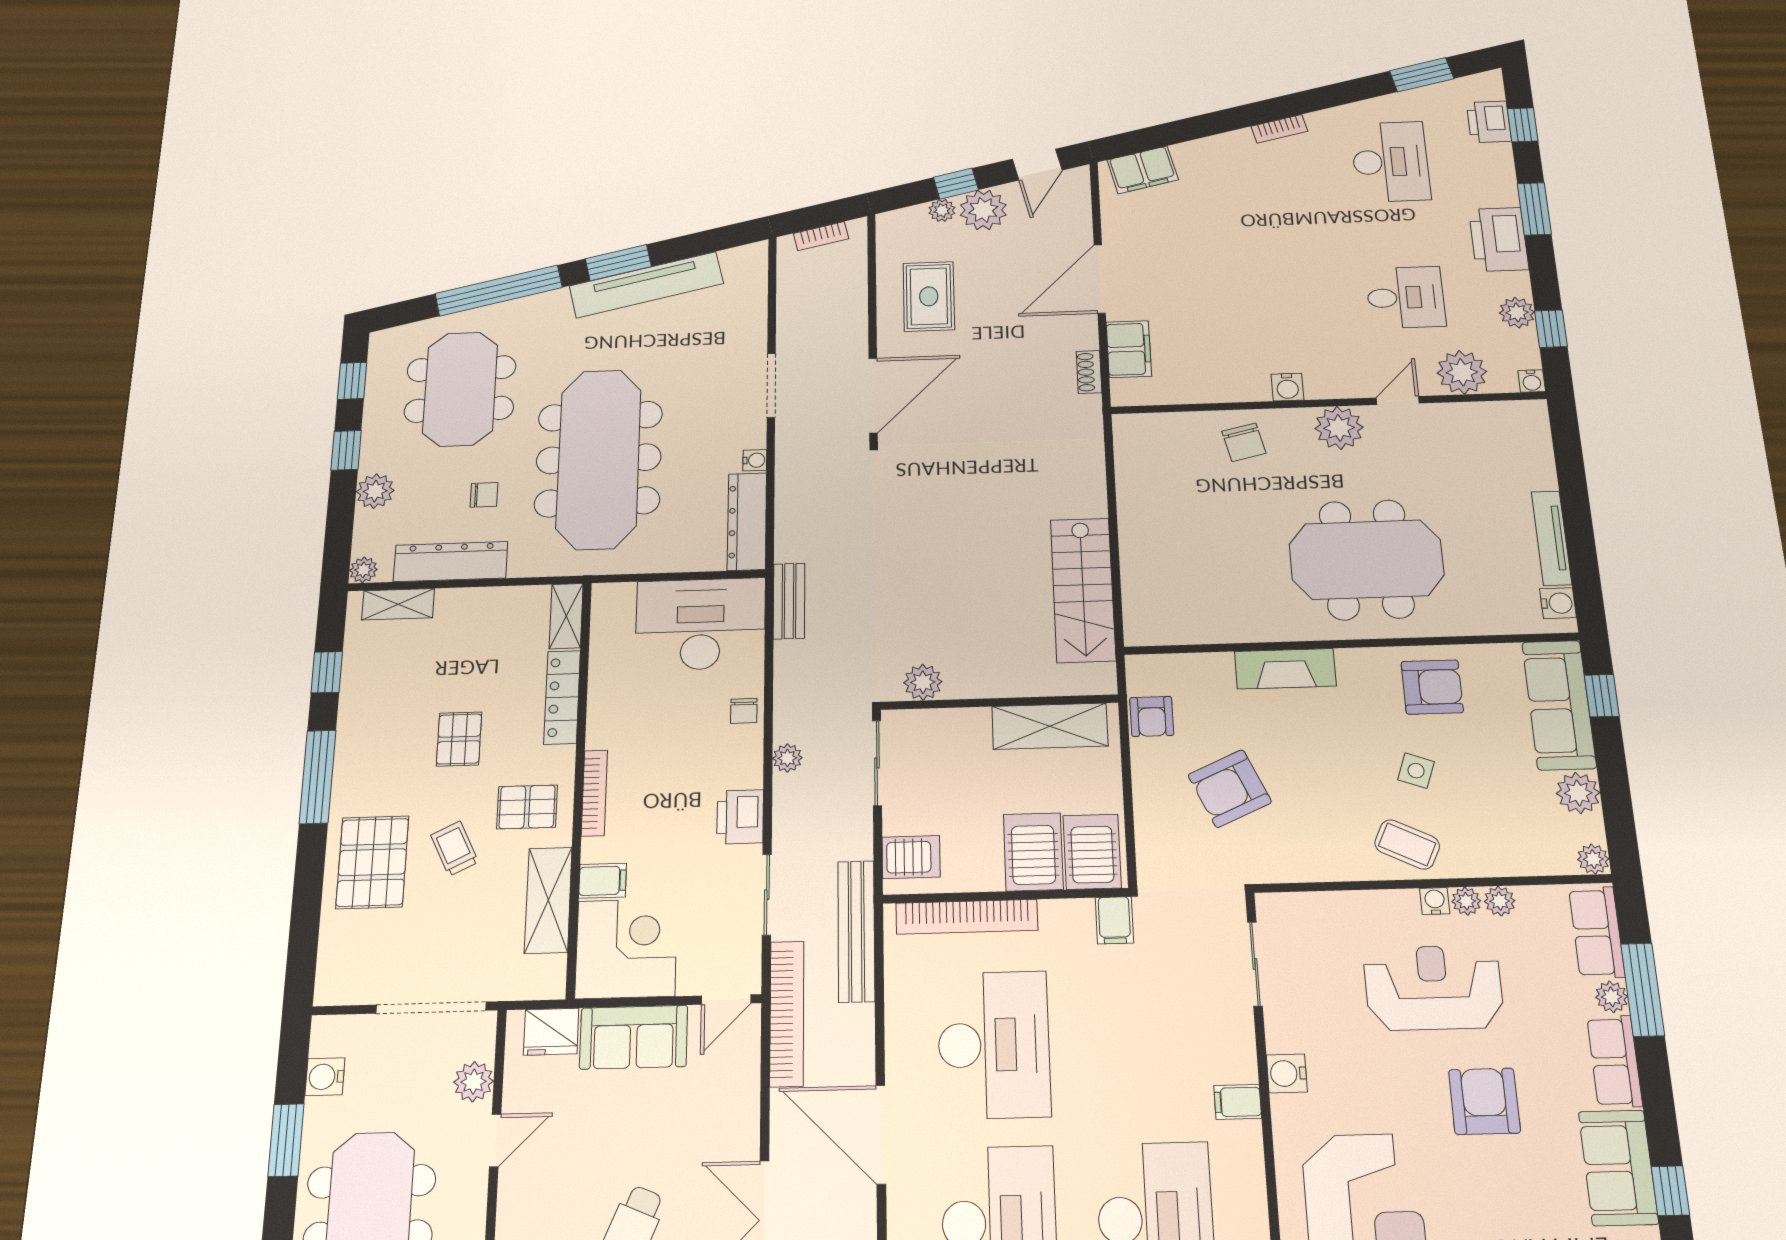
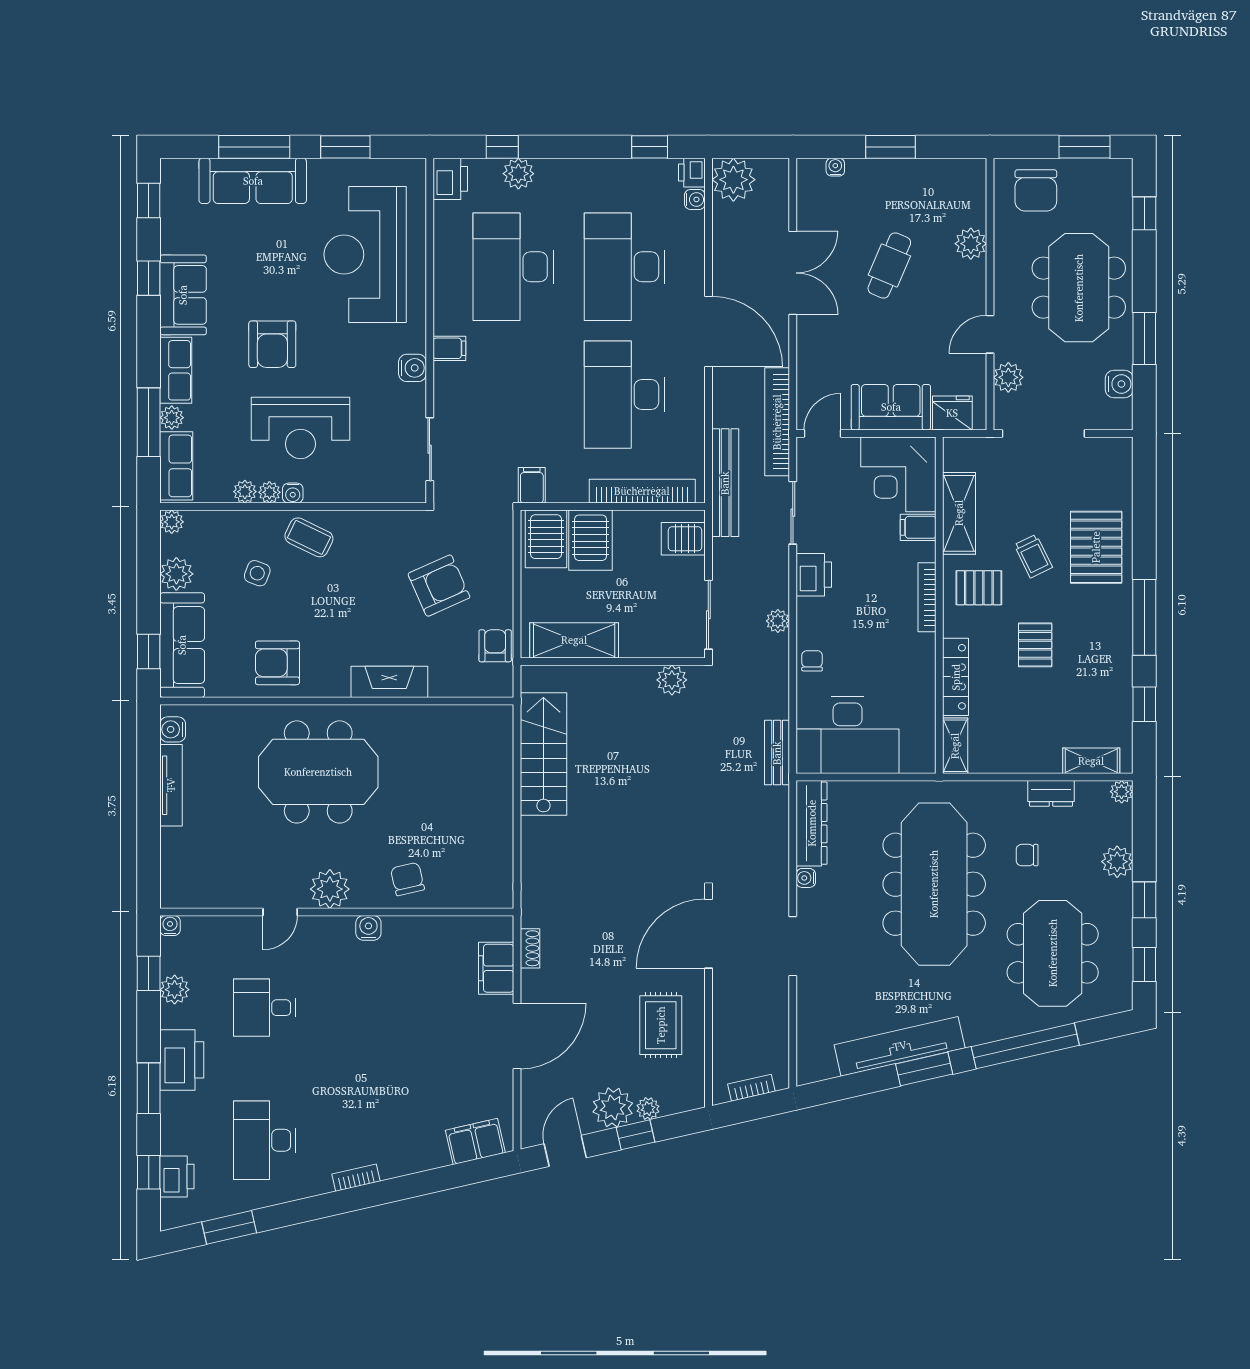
plant: (1462, 372) -> (226, 936), removed
dresser: (451, 562) -> (1051, 793), width x0.51, depth x0.80
side table: (1416, 771) -> (257, 573), moved

